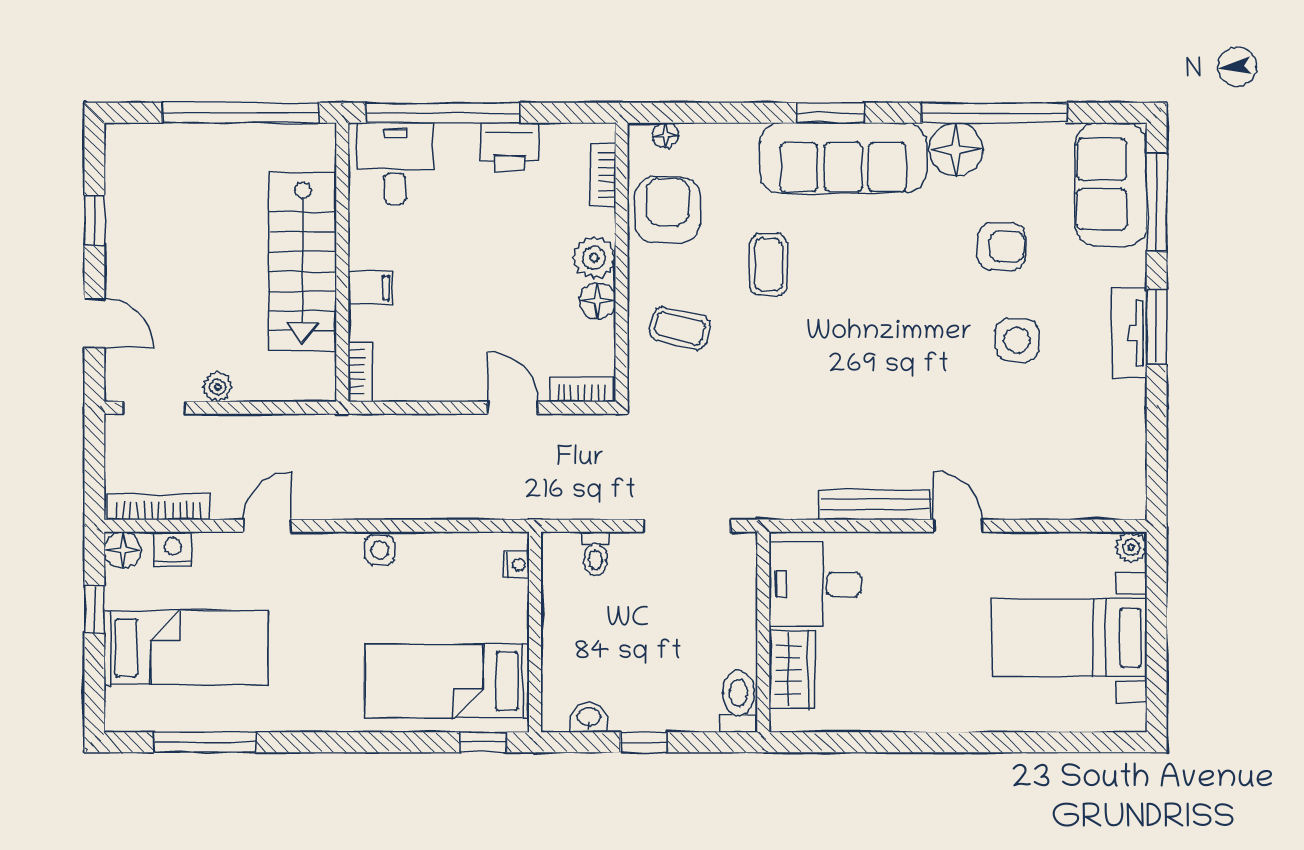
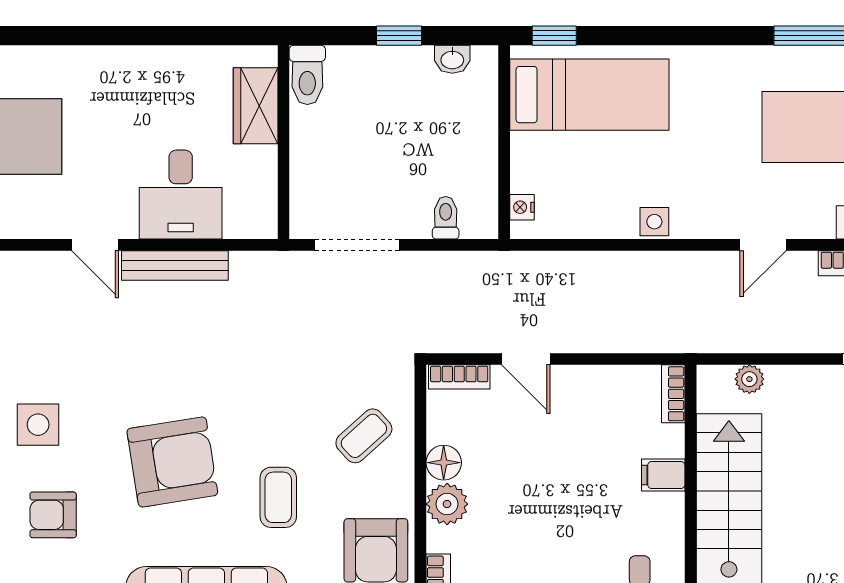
armchair: (878, 301) -> (172, 462), added
coffee table: (680, 328) -> (364, 436), turned -56
plant: (218, 387) -> (749, 379), moved
desk: (815, 584) -> (181, 195), moved, turned 90

